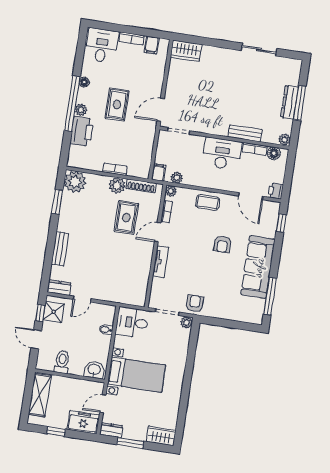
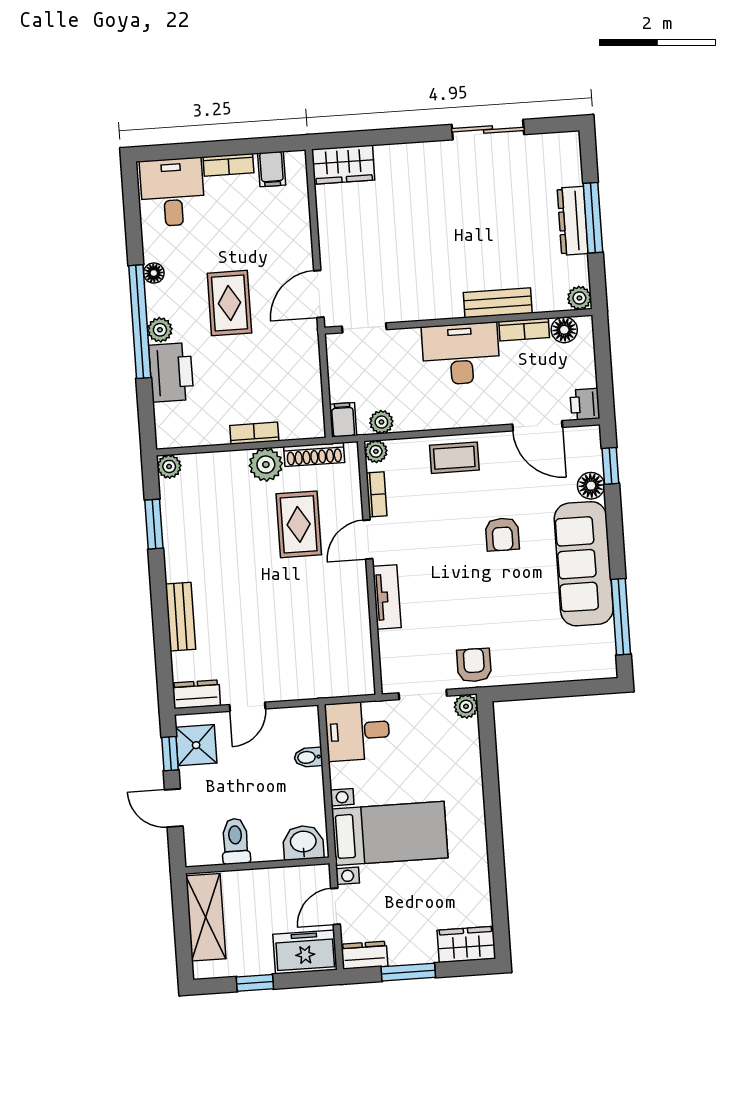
plant: (75, 182) -> (169, 466), width x0.53, depth x0.53
floor lamp: (270, 230) -> (591, 486), added

